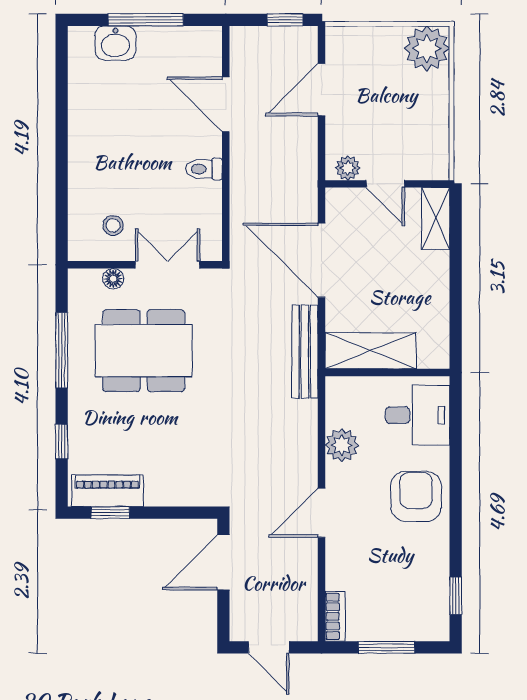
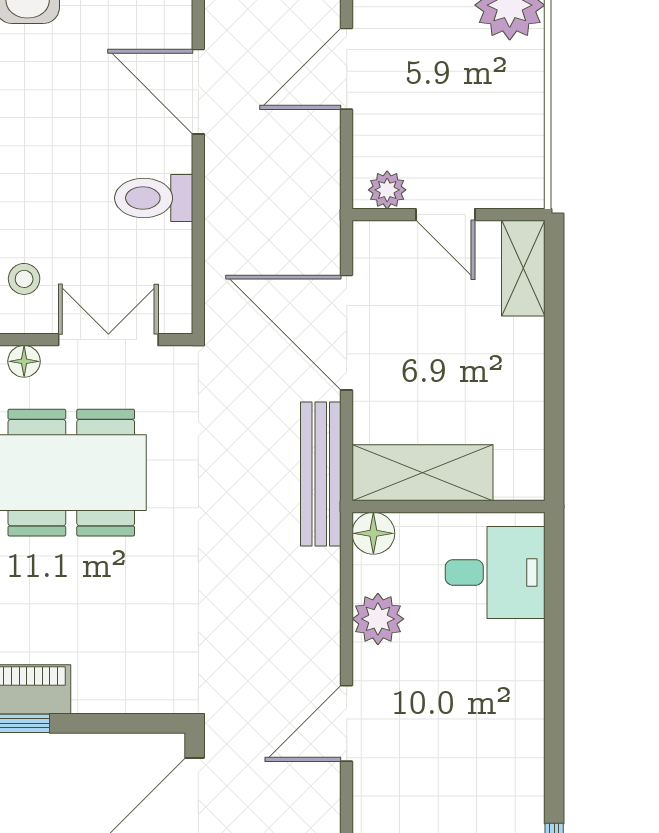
toilet: (204, 169) -> (154, 198), width x1.37, depth x1.39
floor lamp: (339, 390) -> (373, 533), added
armchair: (416, 496) -> (493, 698), removed

